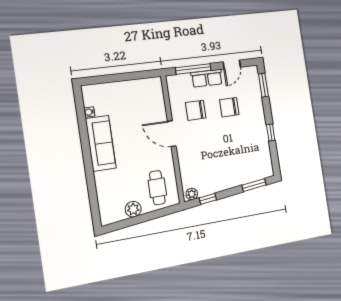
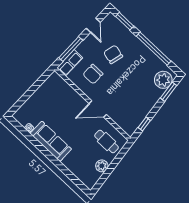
row of seats: (207, 78) -> (70, 63), moved
chair: (229, 107) -> (113, 54), turned 104
window: (271, 133) -> (154, 49), width x3.17
door: (172, 134) -> (98, 109), moved
plant: (192, 194) -> (163, 80), moved, width x1.88, depth x1.88

